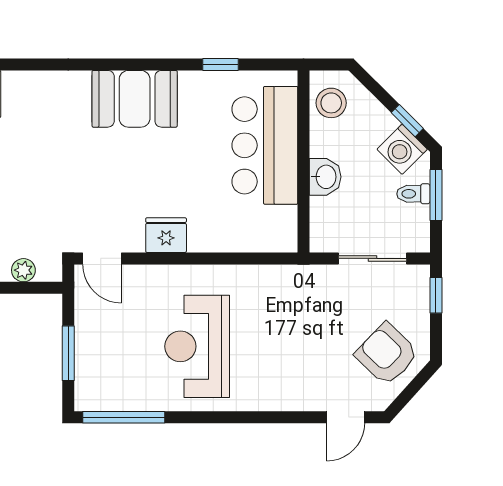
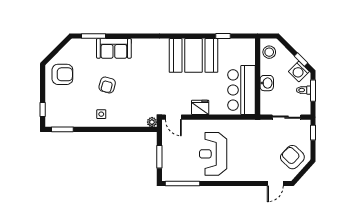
booth: (135, 99) -> (193, 55), width x1.36, depth x1.42
bar counter: (265, 145) -> (241, 90), moved
plant: (23, 270) -> (152, 122), moved

